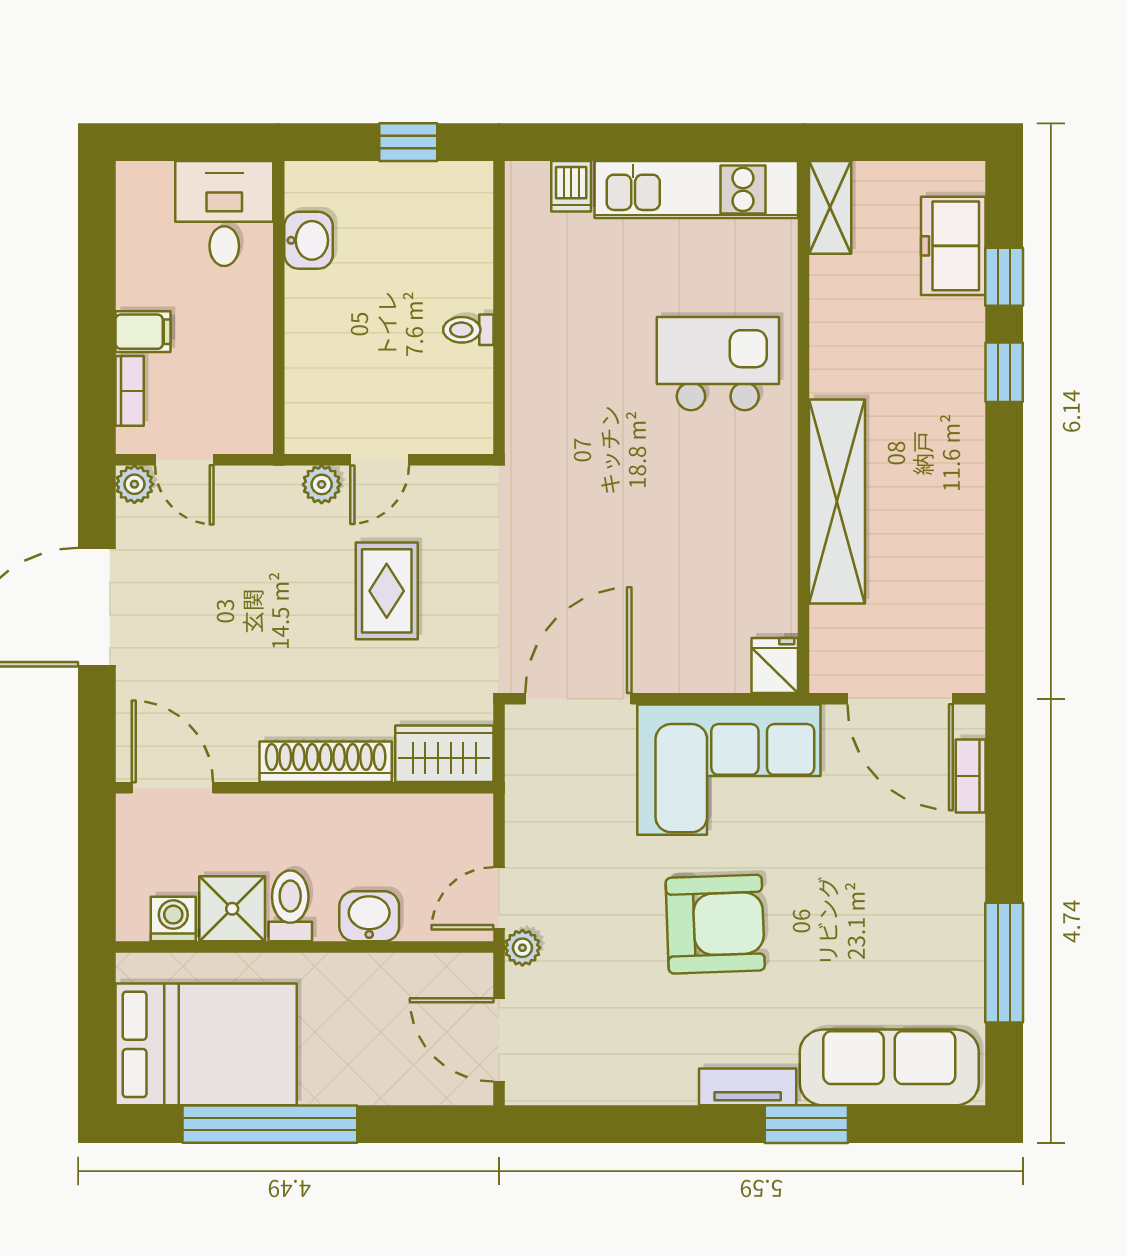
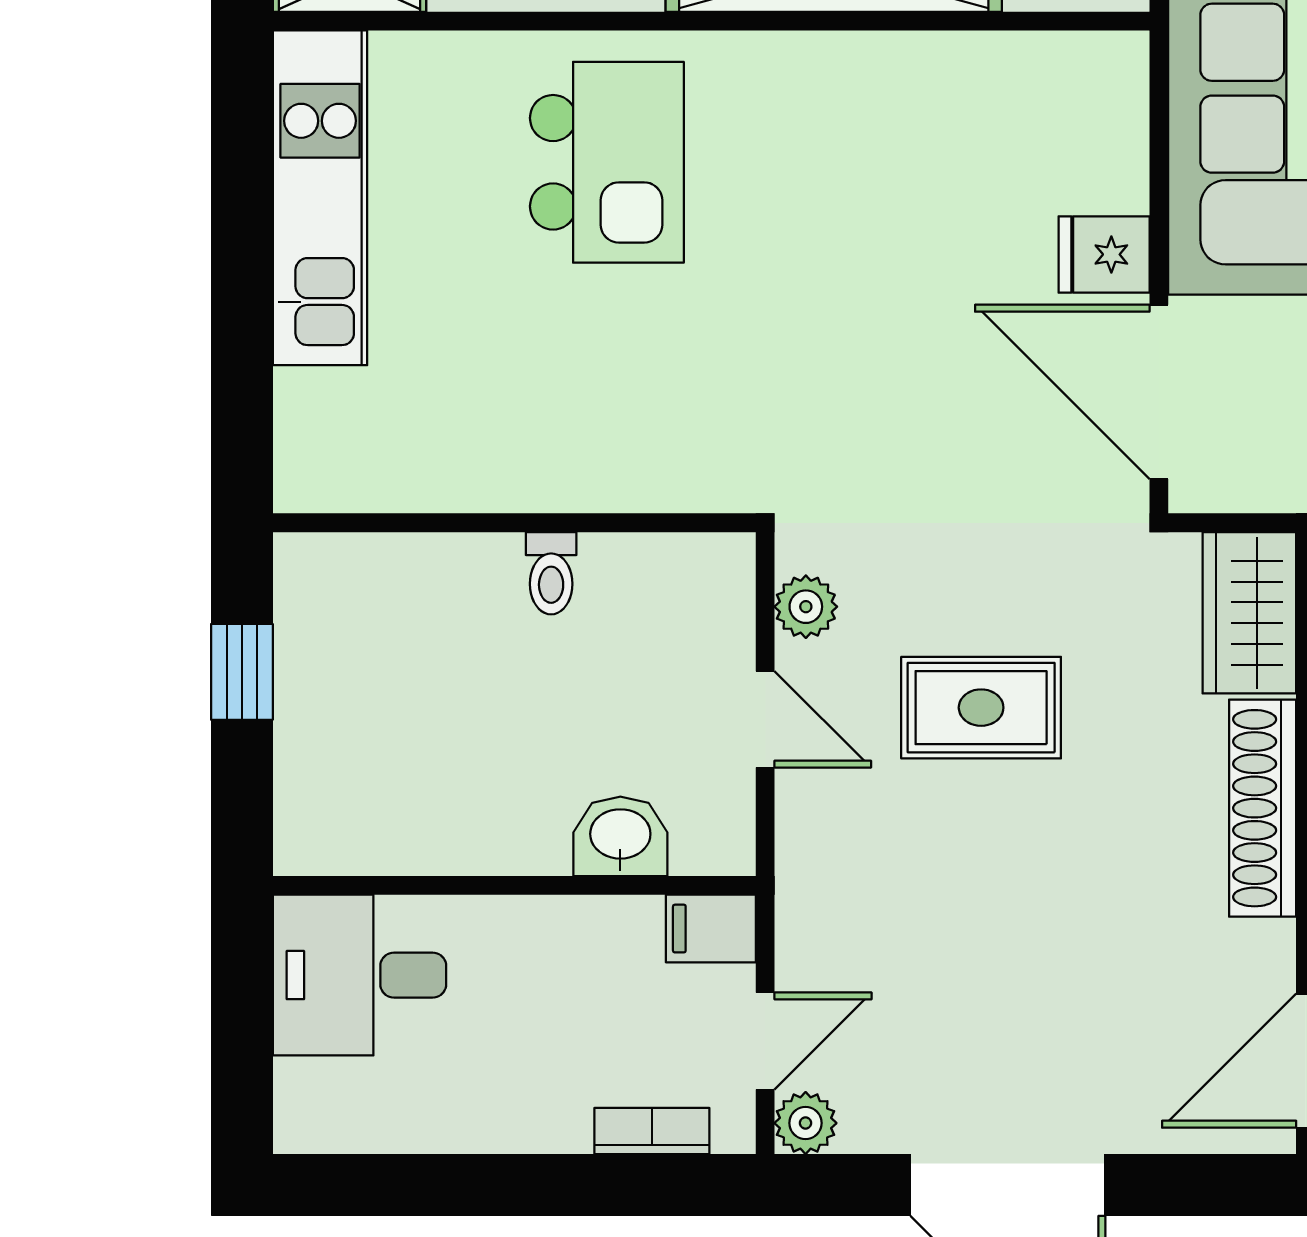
dishwasher: (571, 186) -> (315, 404), removed
washbasin: (308, 240) -> (620, 836), moved
filing cabinet: (143, 332) -> (711, 929), moved, turned -90
kitchen island: (718, 364) -> (607, 162), turned 180
plant: (322, 484) -> (806, 607), moved
fridge: (775, 665) -> (1104, 254), moved

